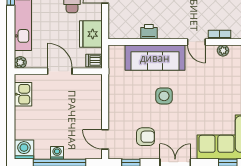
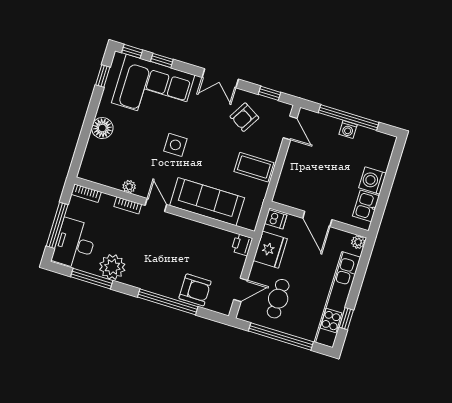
printer: (149, 32) -> (242, 245), moved, turned 90
side table: (164, 96) -> (175, 145), moved
coffee table: (125, 98) -> (254, 167), added
armchair: (146, 137) -> (244, 117), turned -59
washing machine: (24, 149) -> (373, 181), moved, turned 90

